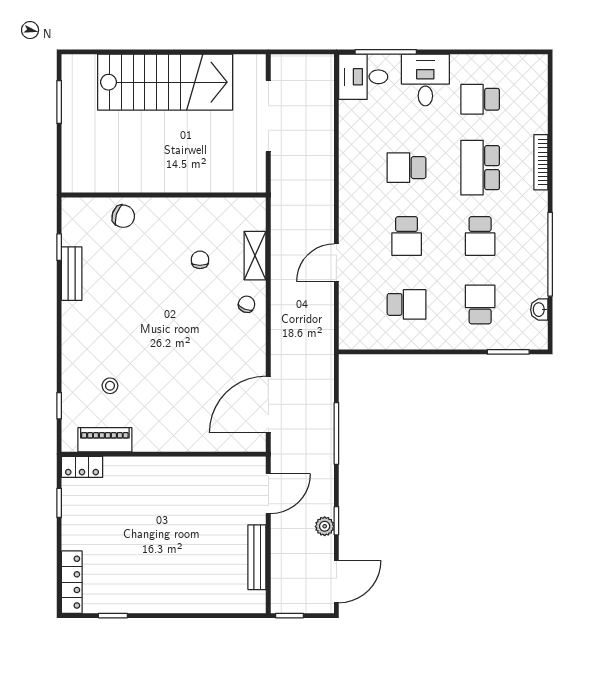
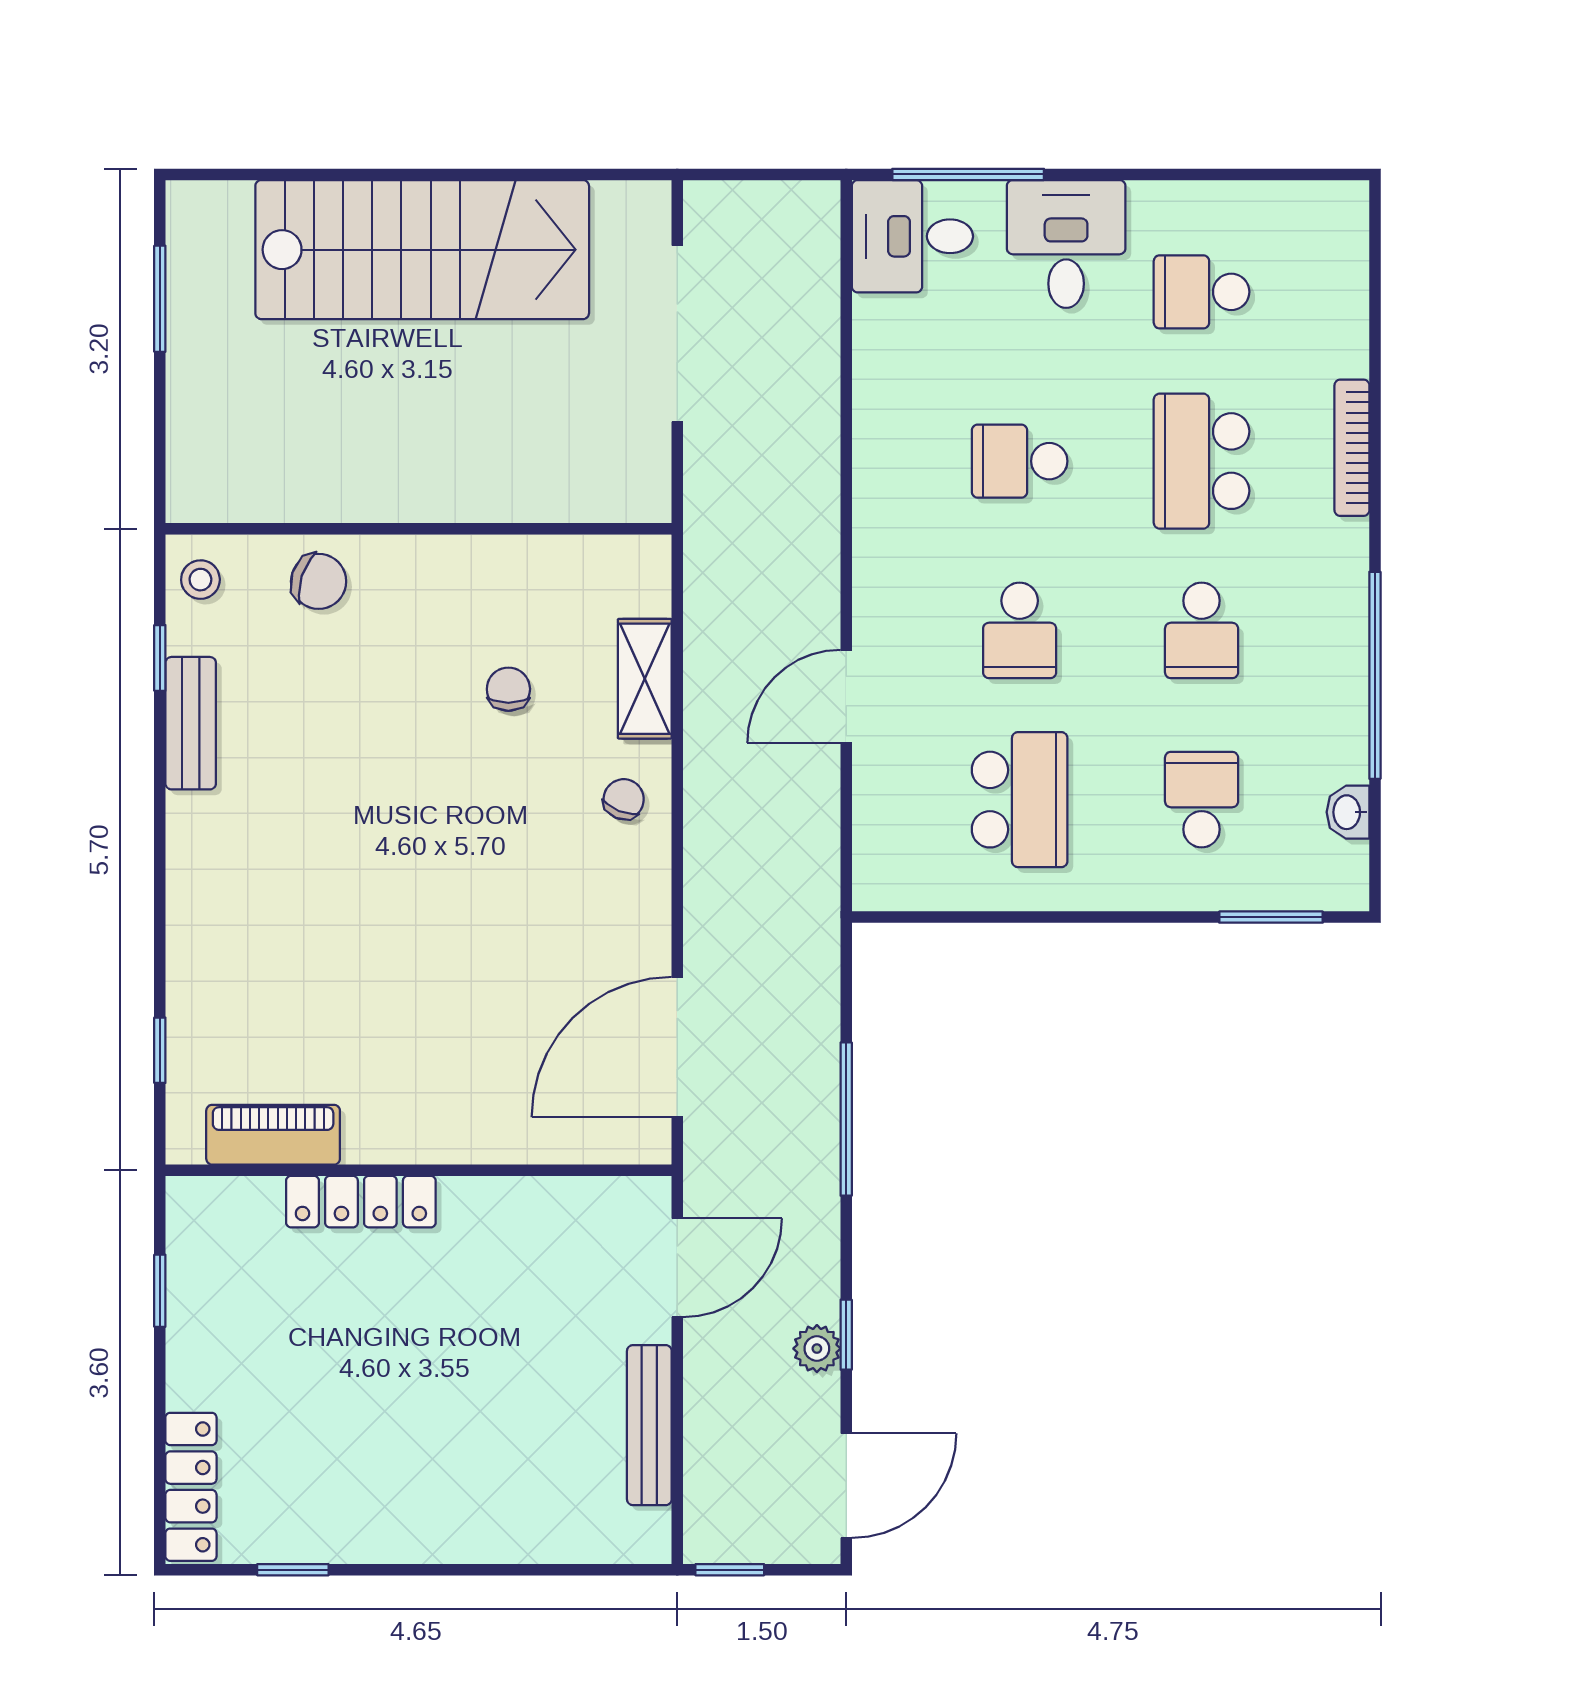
school desk: (407, 304) -> (1020, 800), width x1.85
stool: (110, 386) -> (200, 580), moved
locker: (82, 467) -> (361, 1202), moved, width x1.53

